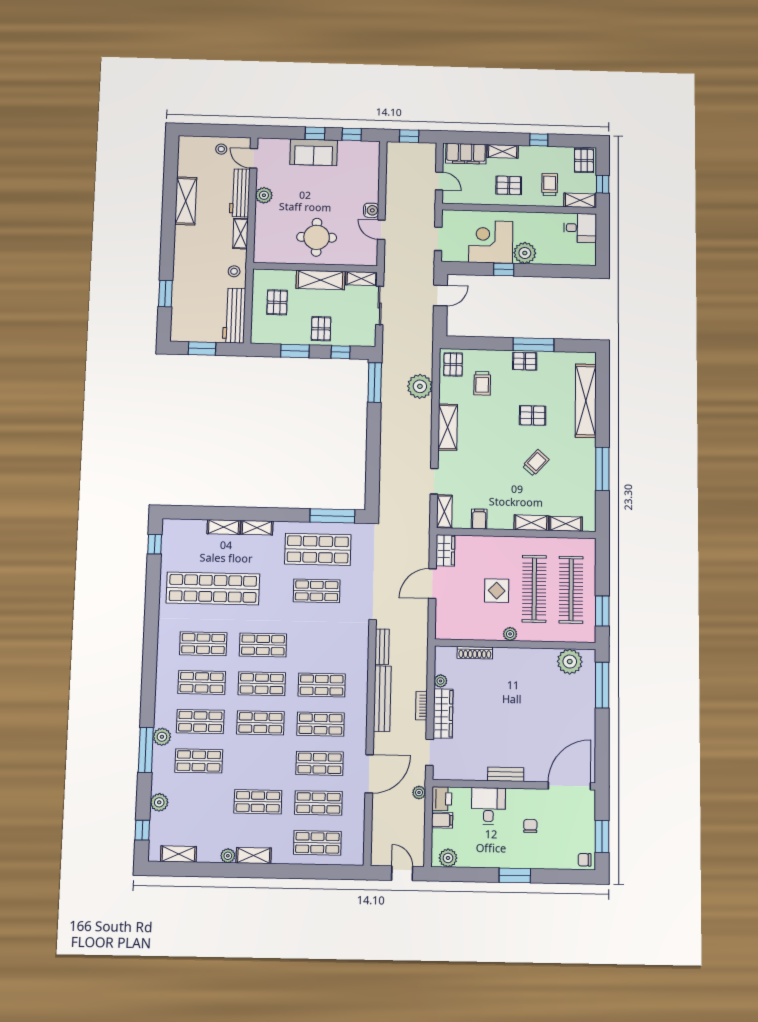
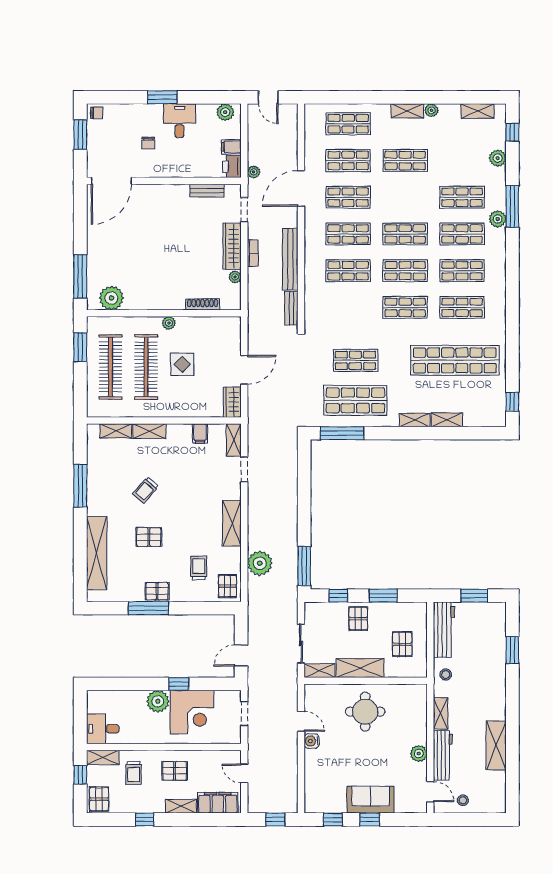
bench: (506, 774) -> (207, 191), moved
desk: (488, 806) -> (180, 121), moved, turned 180

